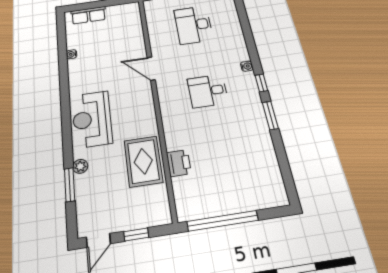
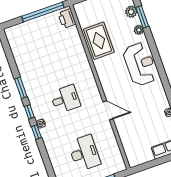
window: (254, 57) -> (36, 132), added
printer: (179, 163) -> (67, 19), moved
plant: (84, 195) -> (131, 12), added

